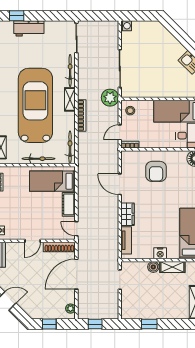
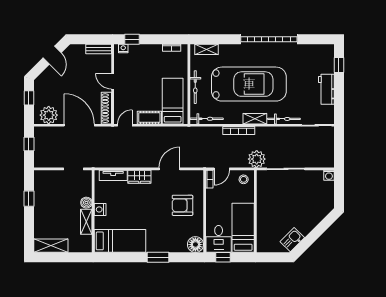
workbench: (29, 28) -> (326, 89), moved
door: (120, 132) -> (222, 169), swing flipped
plant: (70, 309) -> (49, 115), width x1.87, depth x1.87

